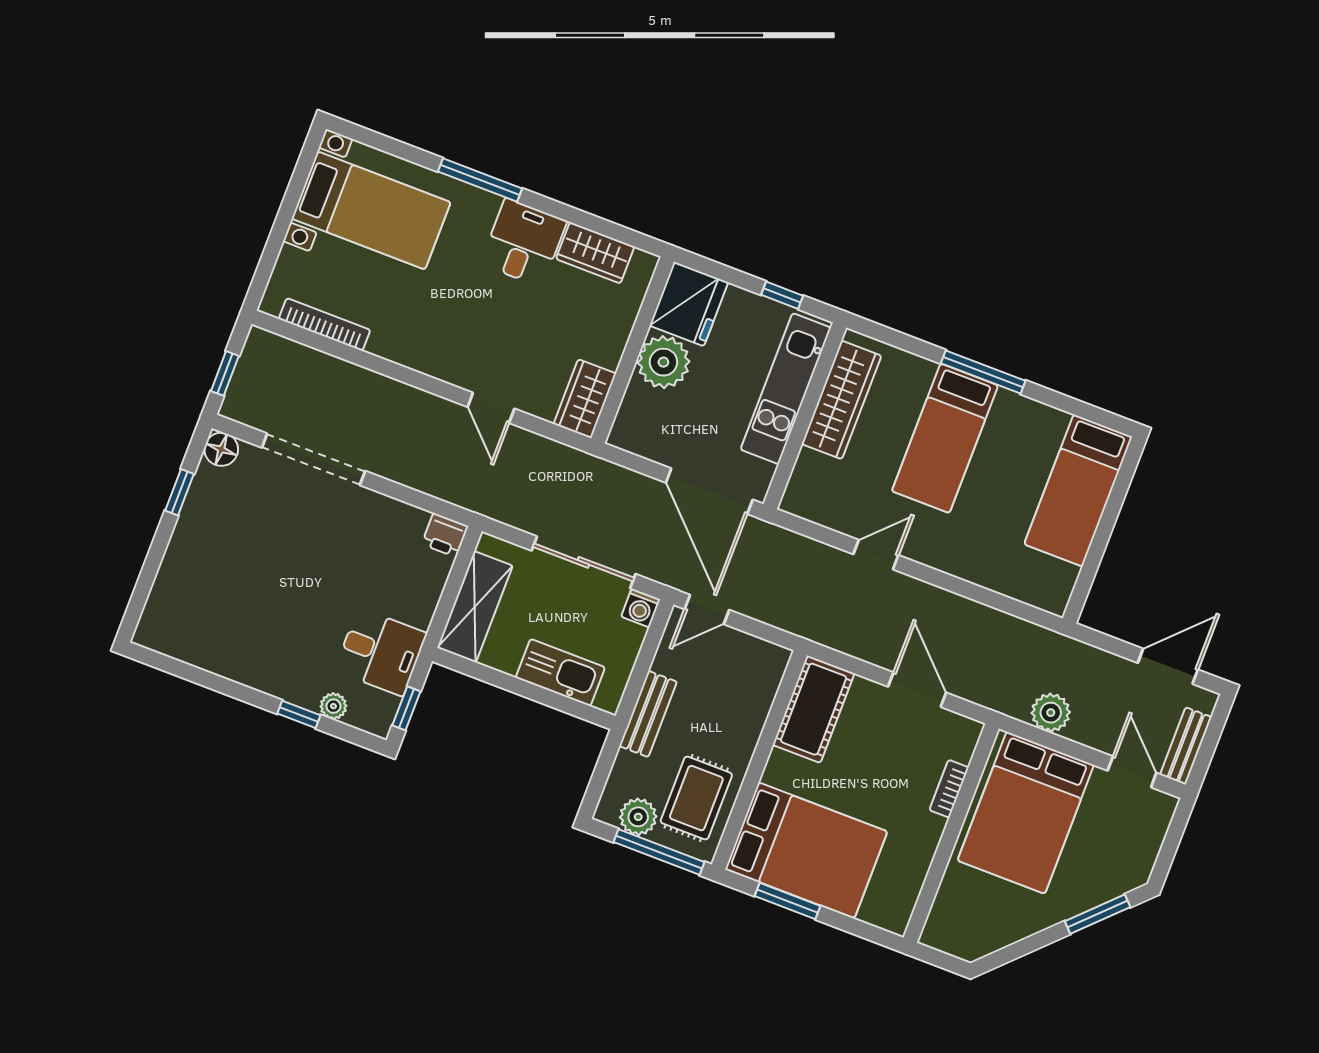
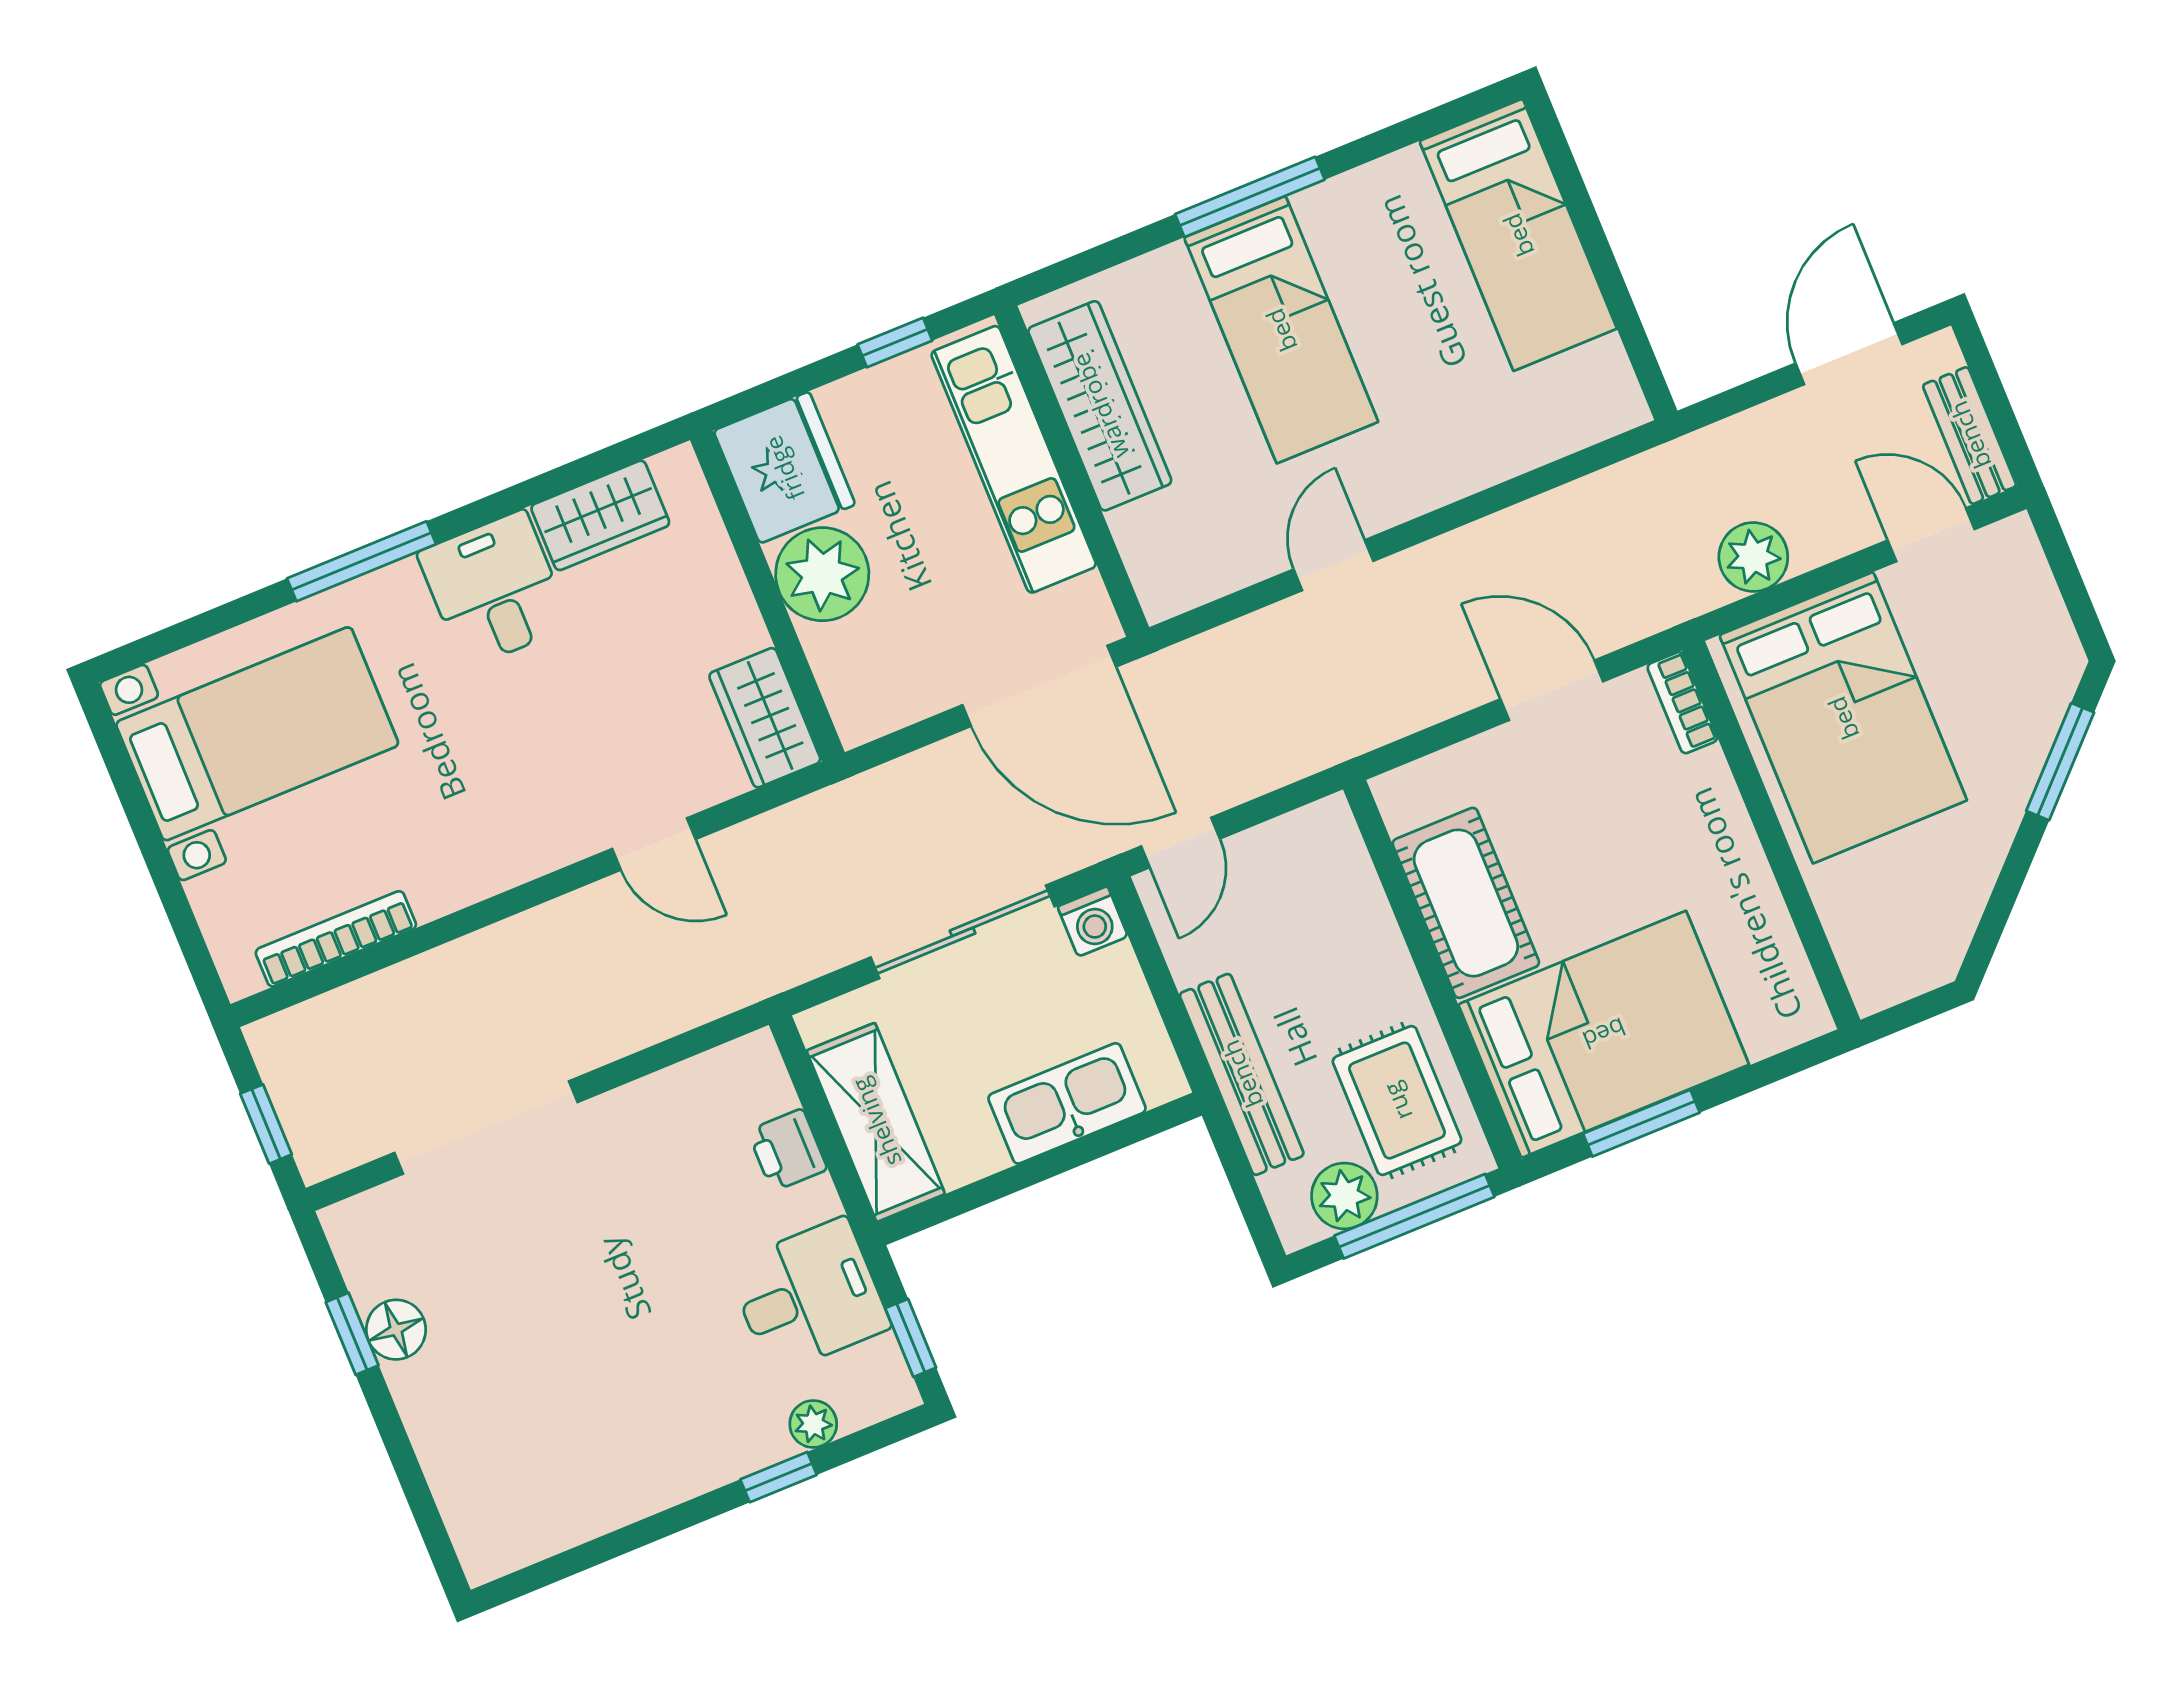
floor lamp: (221, 449) -> (396, 1330), moved
printer: (445, 535) -> (787, 1150), moved, turned 90
cot: (814, 709) -> (1466, 903), moved
bench: (648, 714) -> (1242, 1074), width x1.36
bookcase: (949, 789) -> (1682, 703), moved

